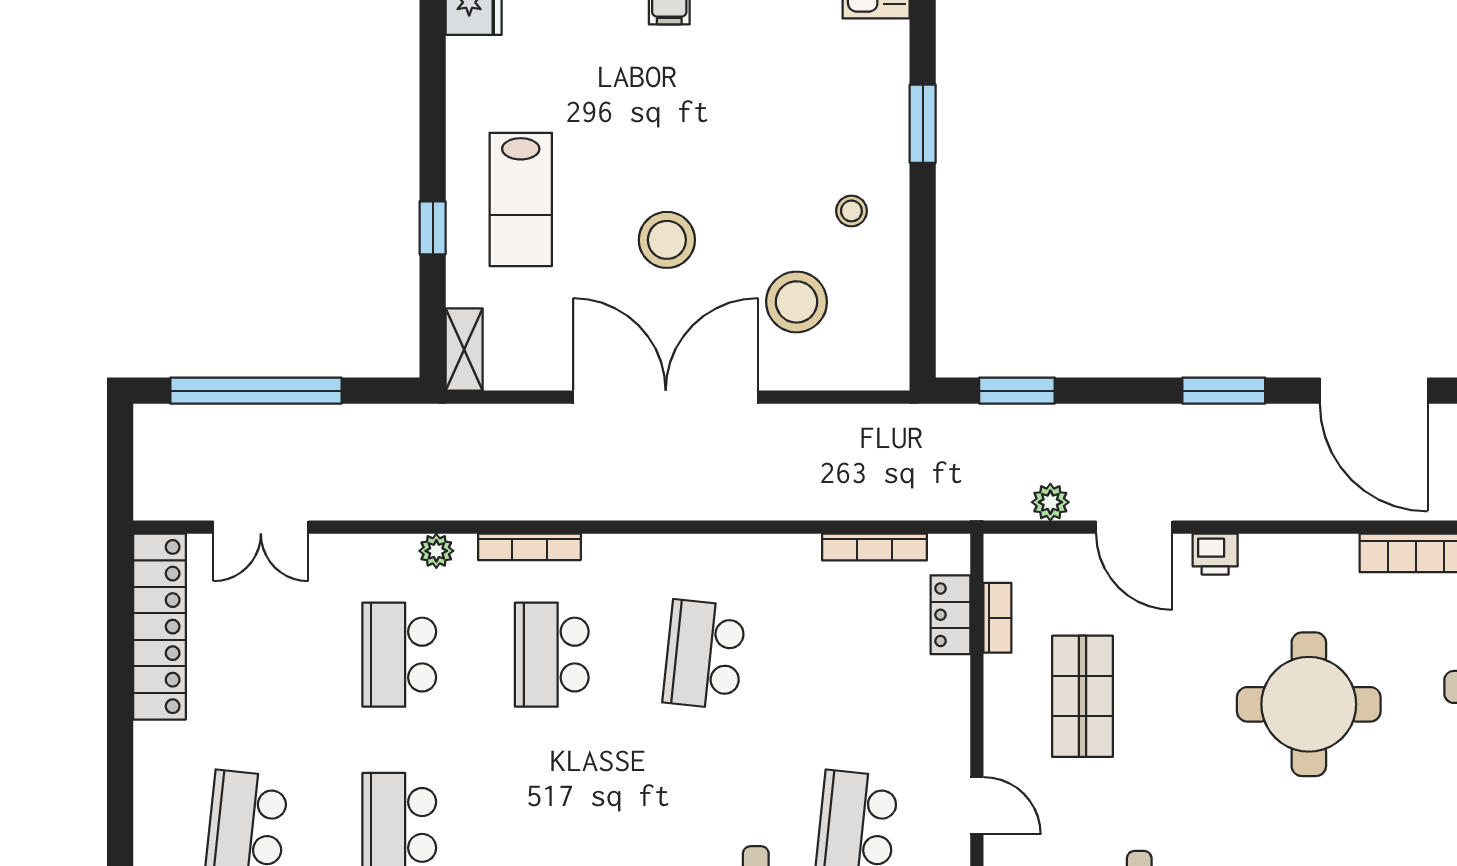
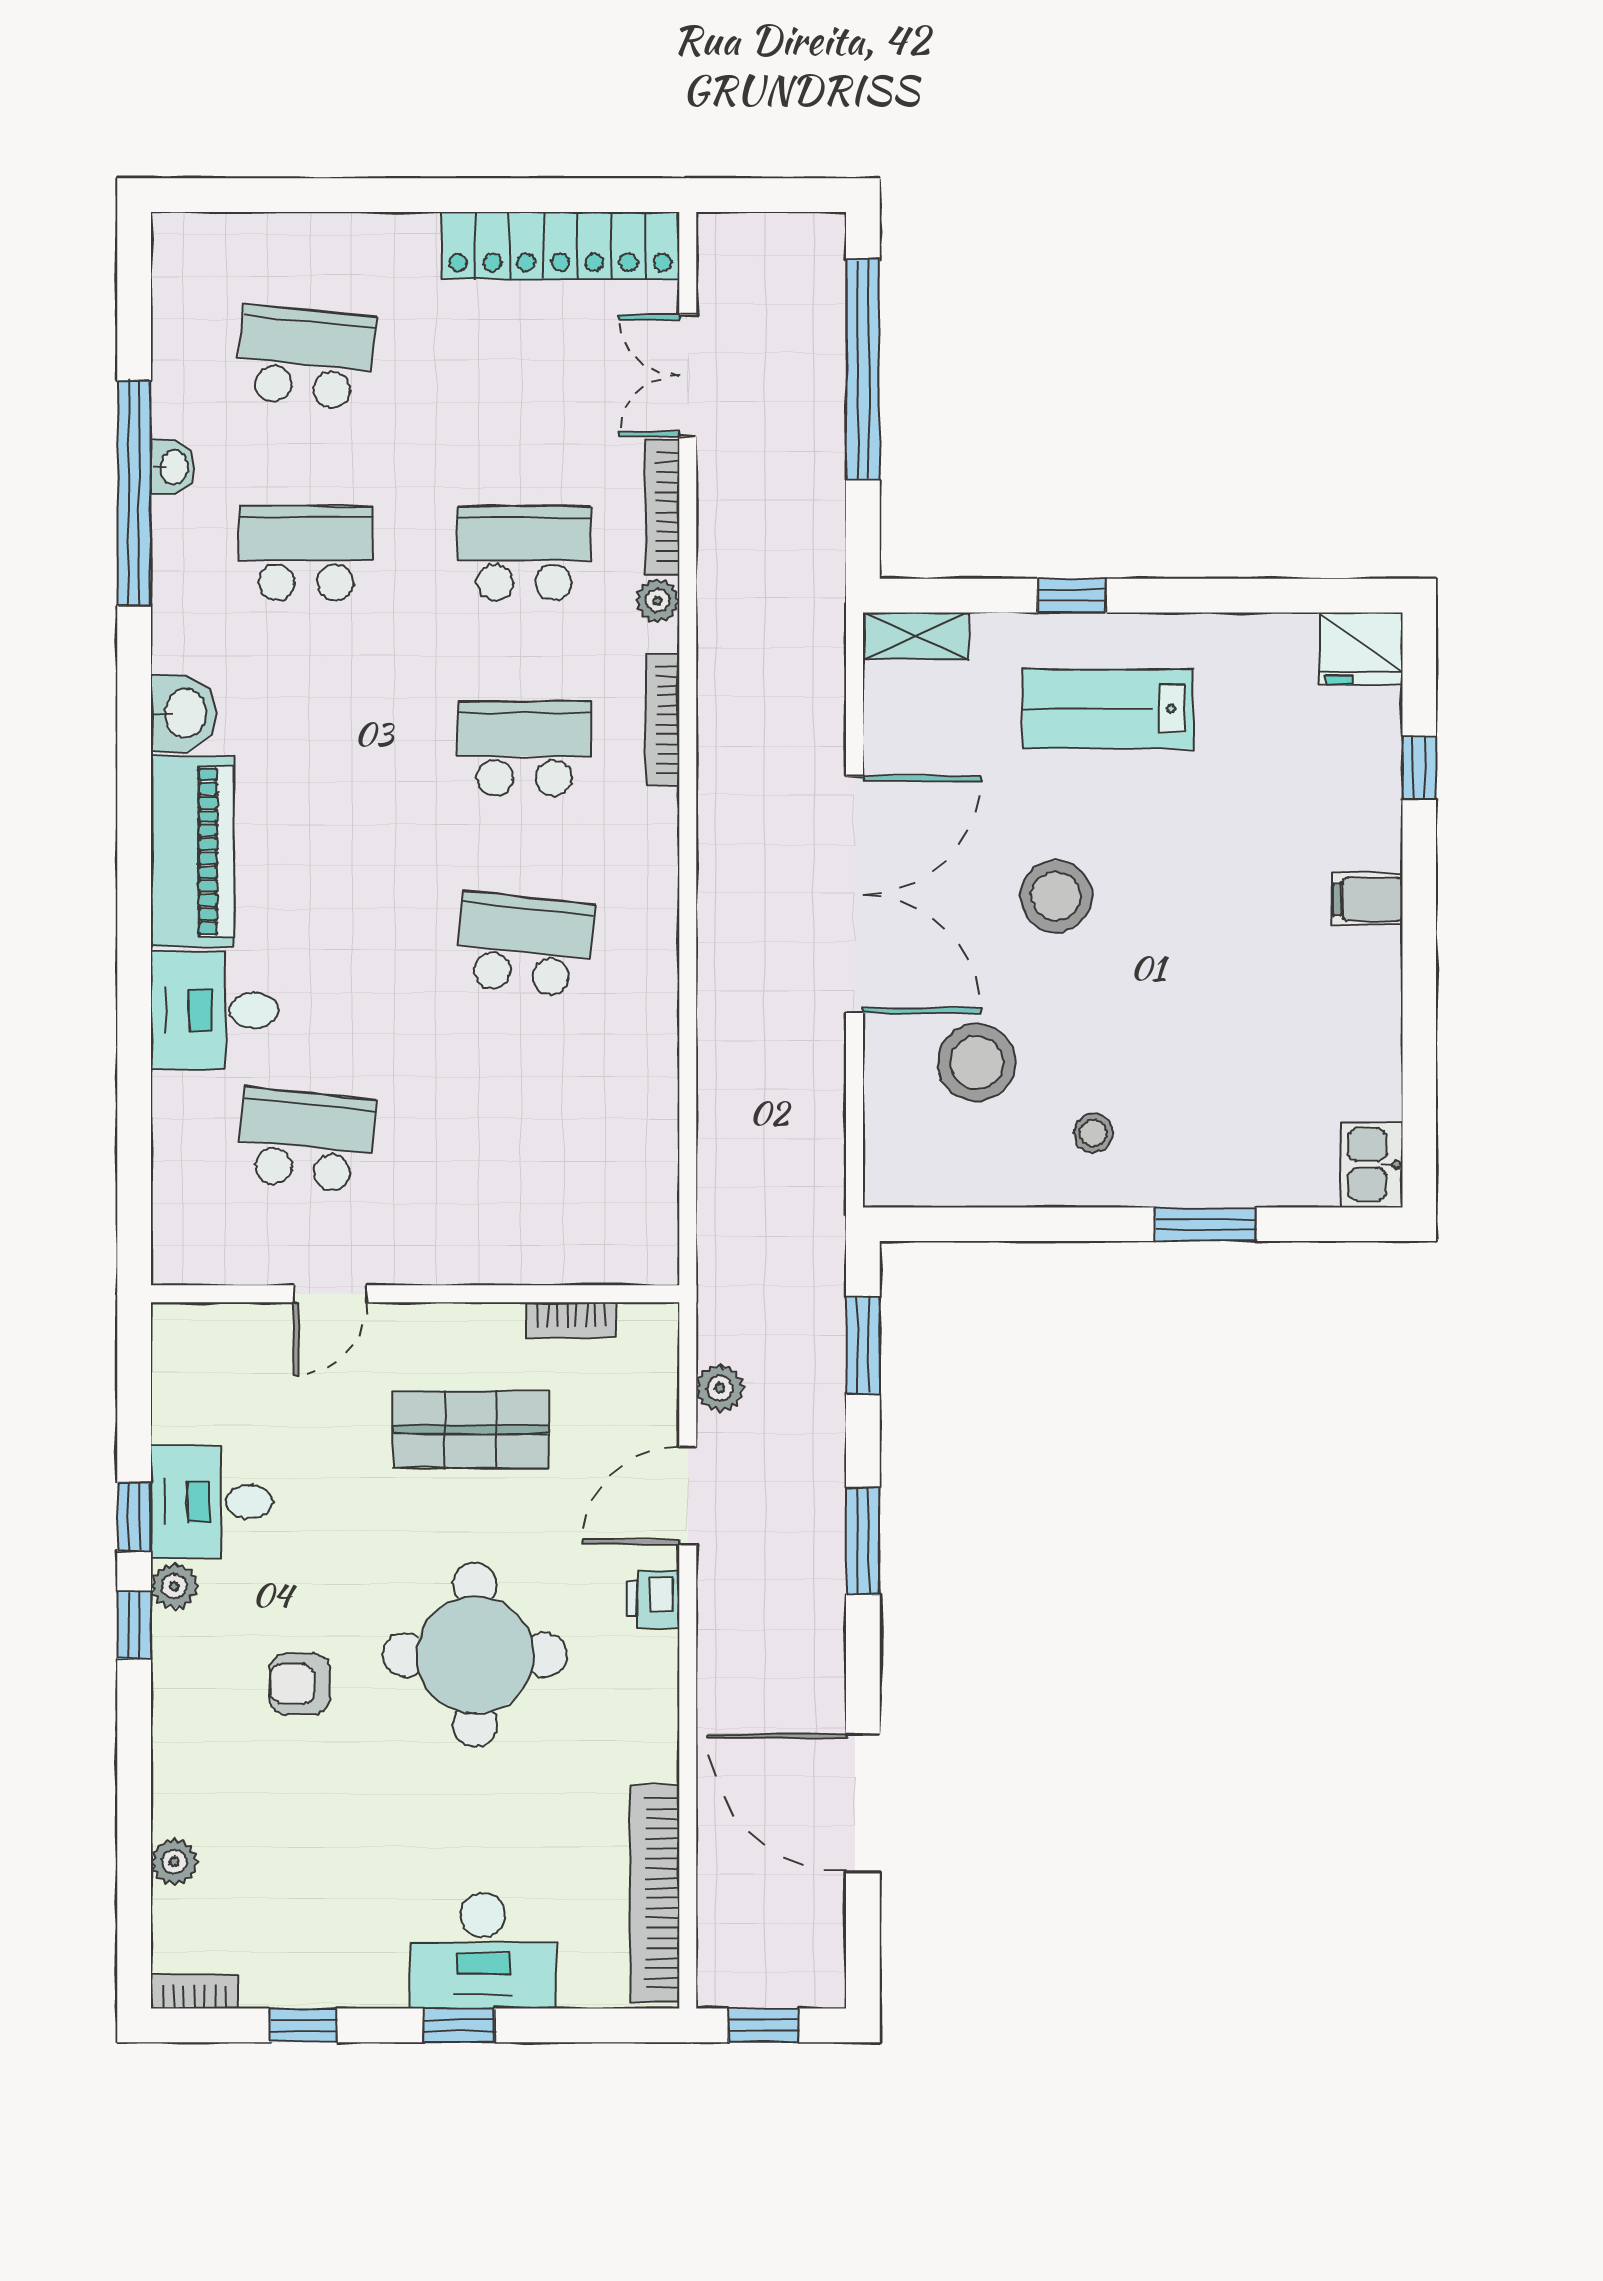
window: (1224, 391) -> (863, 1541), moved
door: (1374, 391) -> (863, 1803), hinge flipped
bookcase: (875, 547) -> (662, 507), moved
locker: (950, 615) -> (575, 1260), removed
round table: (1309, 704) -> (475, 1655), moved
armchair: (1281, 830) -> (300, 1684), added

